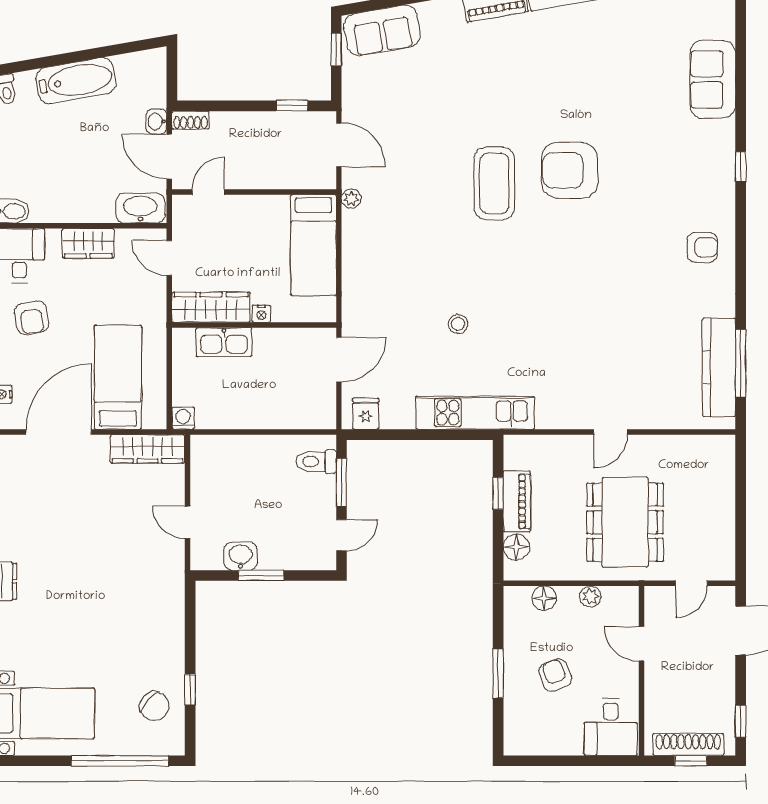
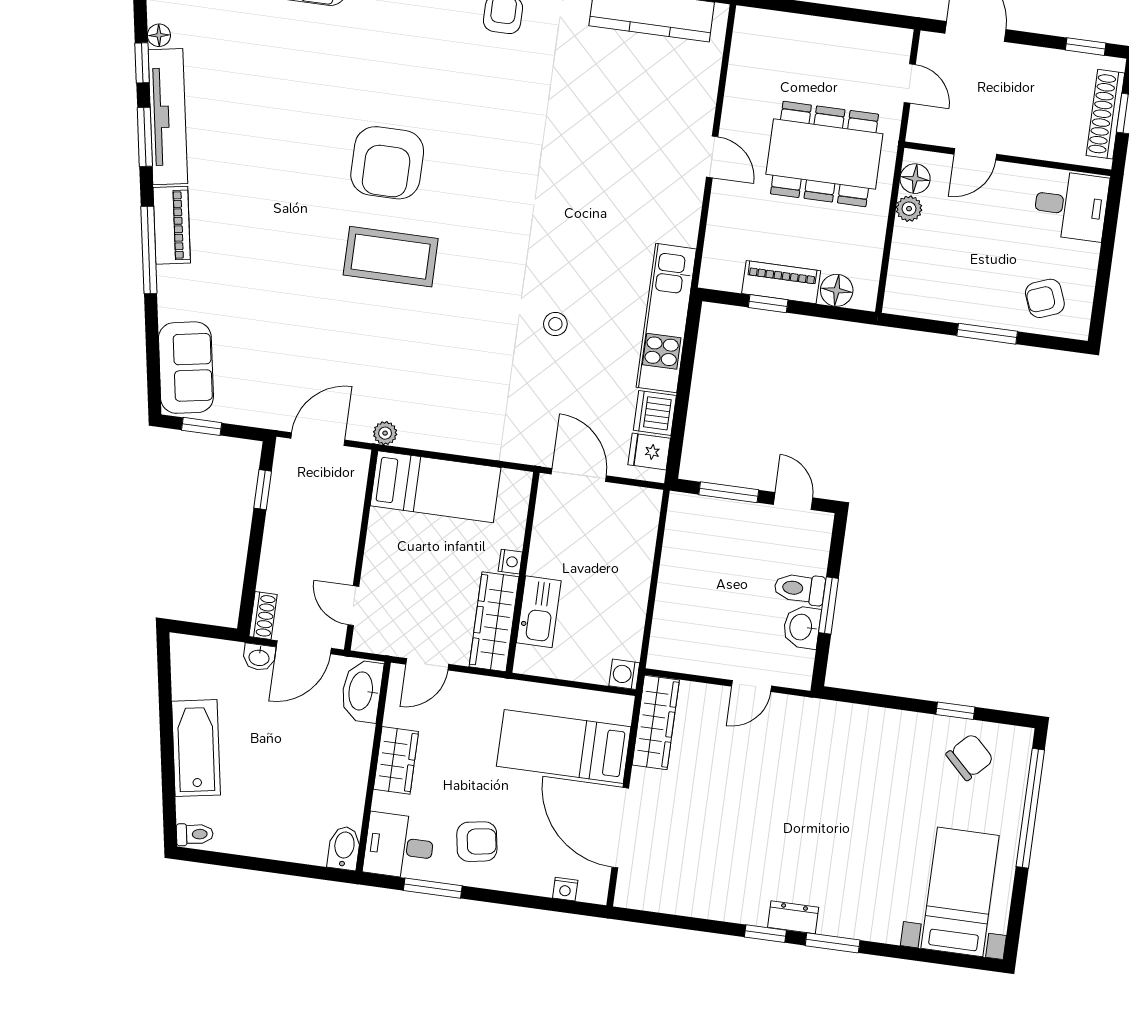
dishwasher: (397, 414) -> (655, 413), added
toilet: (316, 462) -> (800, 589), moved, turned 90
floor lamp: (544, 598) -> (915, 179), moved
armchair: (555, 675) -> (1045, 298), moved

